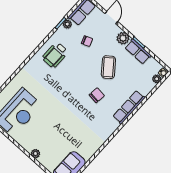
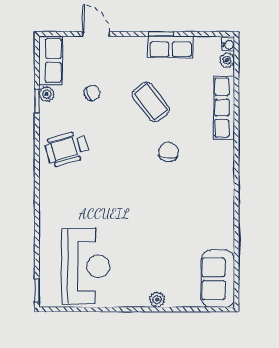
plant: (123, 38) -> (136, 47), removed
wheelchair: (55, 55) -> (67, 148), turned 74
row of seats: (129, 107) -> (224, 107), moved

